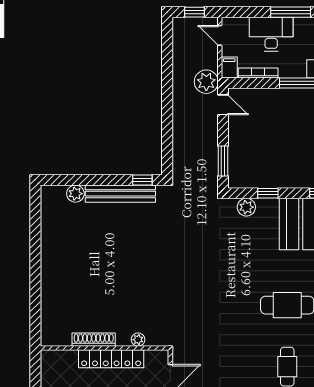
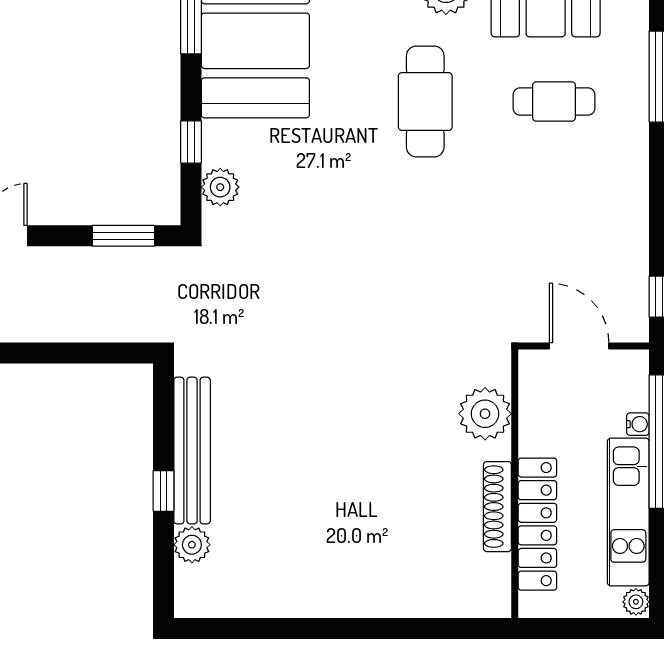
window: (142, 180) -> (163, 491), moved
plant: (138, 340) -> (485, 414), width x1.88, depth x1.88
locker: (111, 359) -> (537, 524), moved

